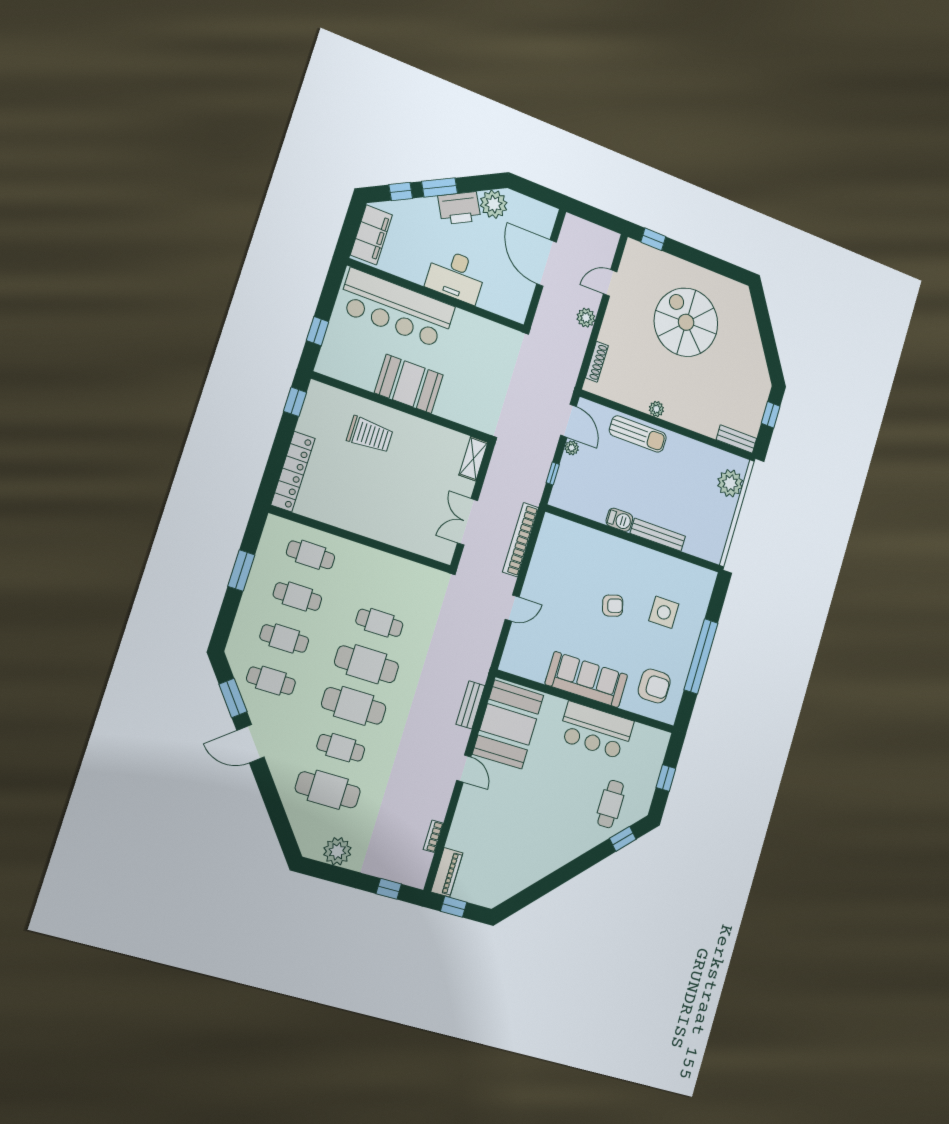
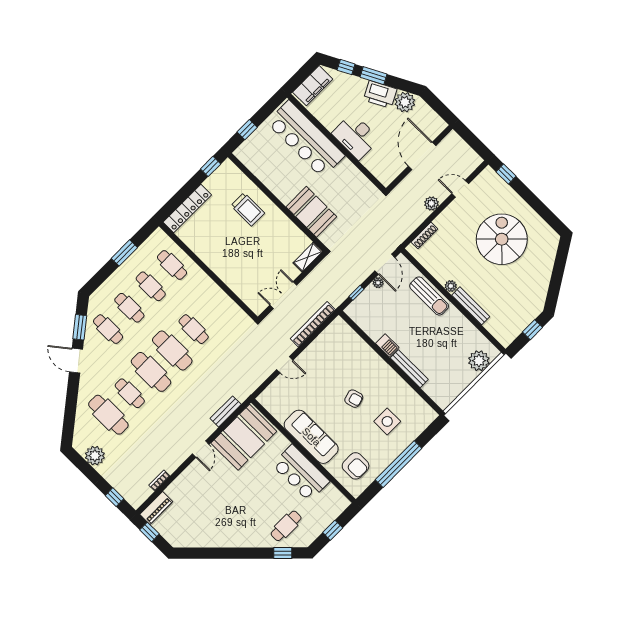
booth: (409, 384) -> (311, 212), moved
bench: (736, 439) -> (471, 306), moved, width x1.36

